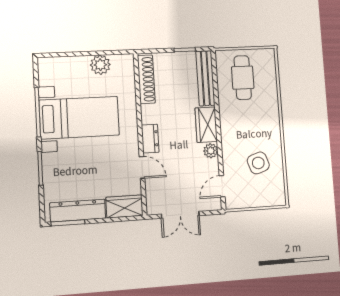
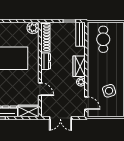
plant: (100, 65) -> (33, 28), moved
bench: (205, 78) -> (81, 34), width x0.73
dresser: (150, 139) -> (46, 61), moved
door: (222, 186) -> (86, 103), swing flipped

